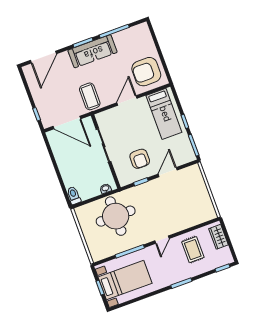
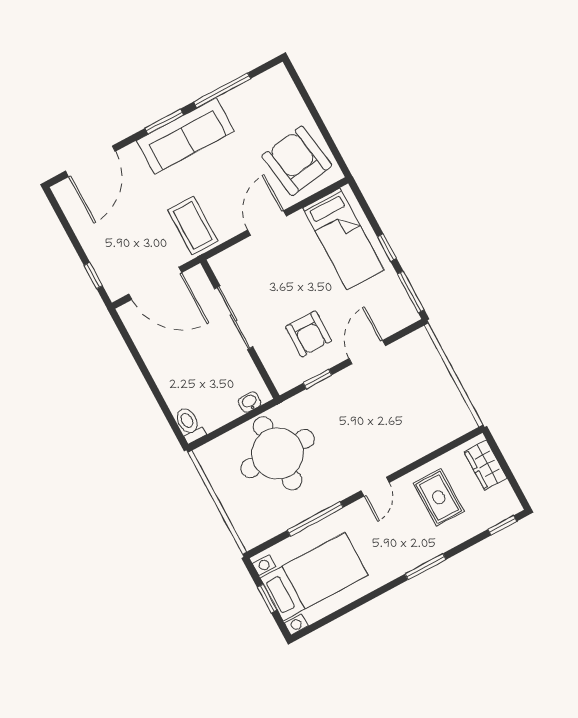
armchair: (146, 72) -> (297, 161), turned 81

